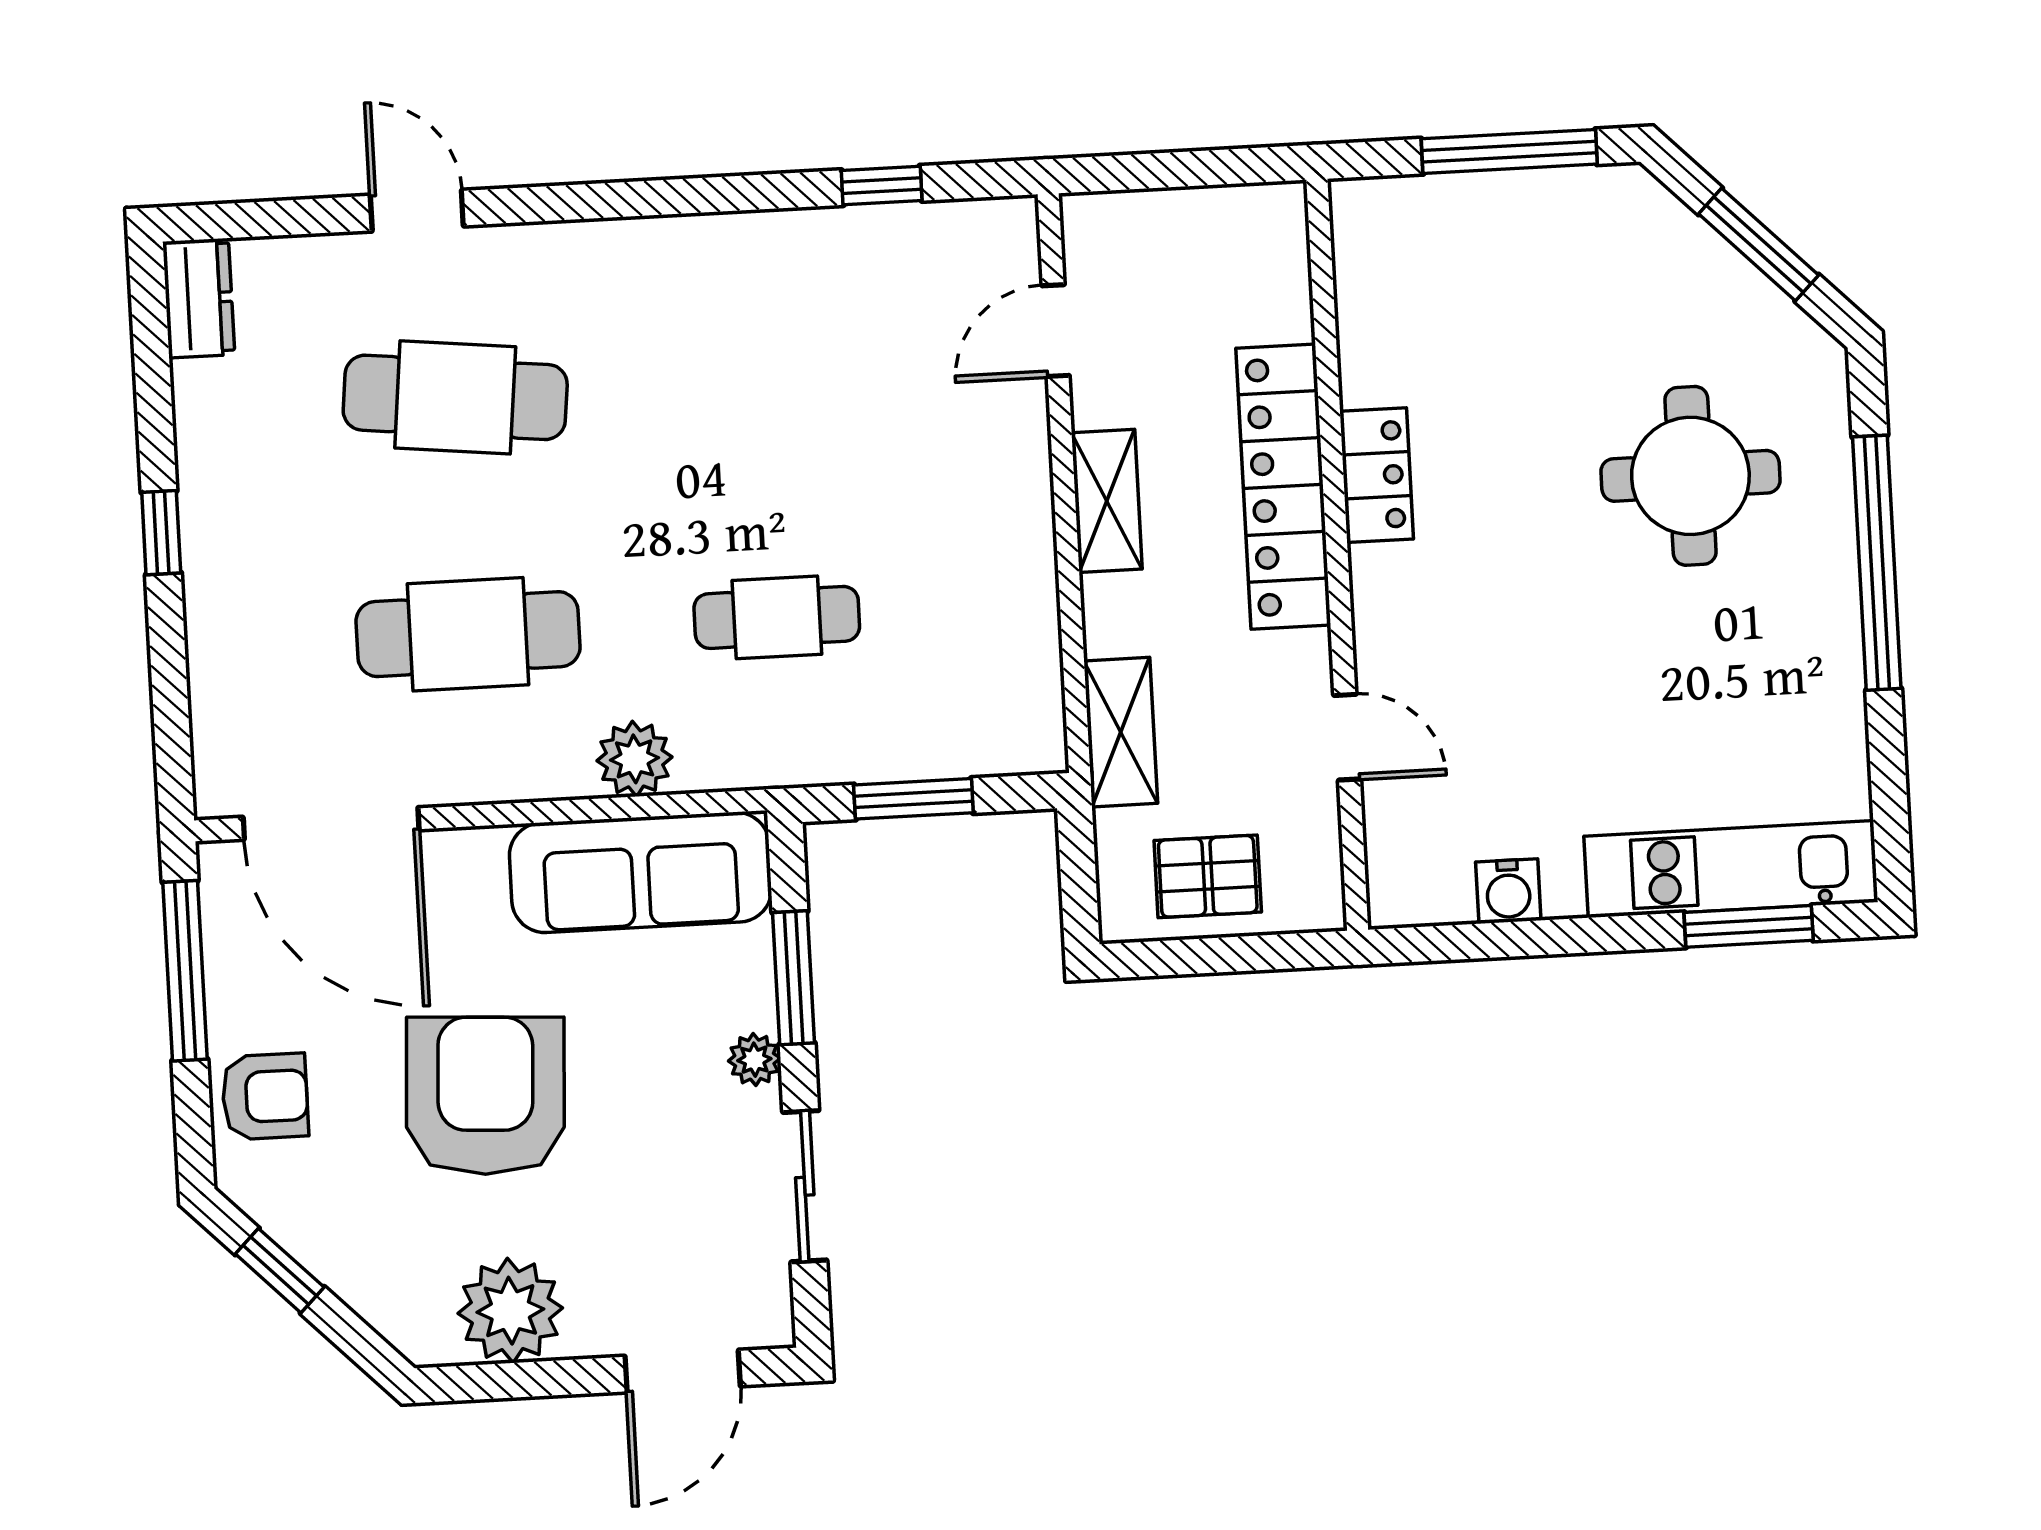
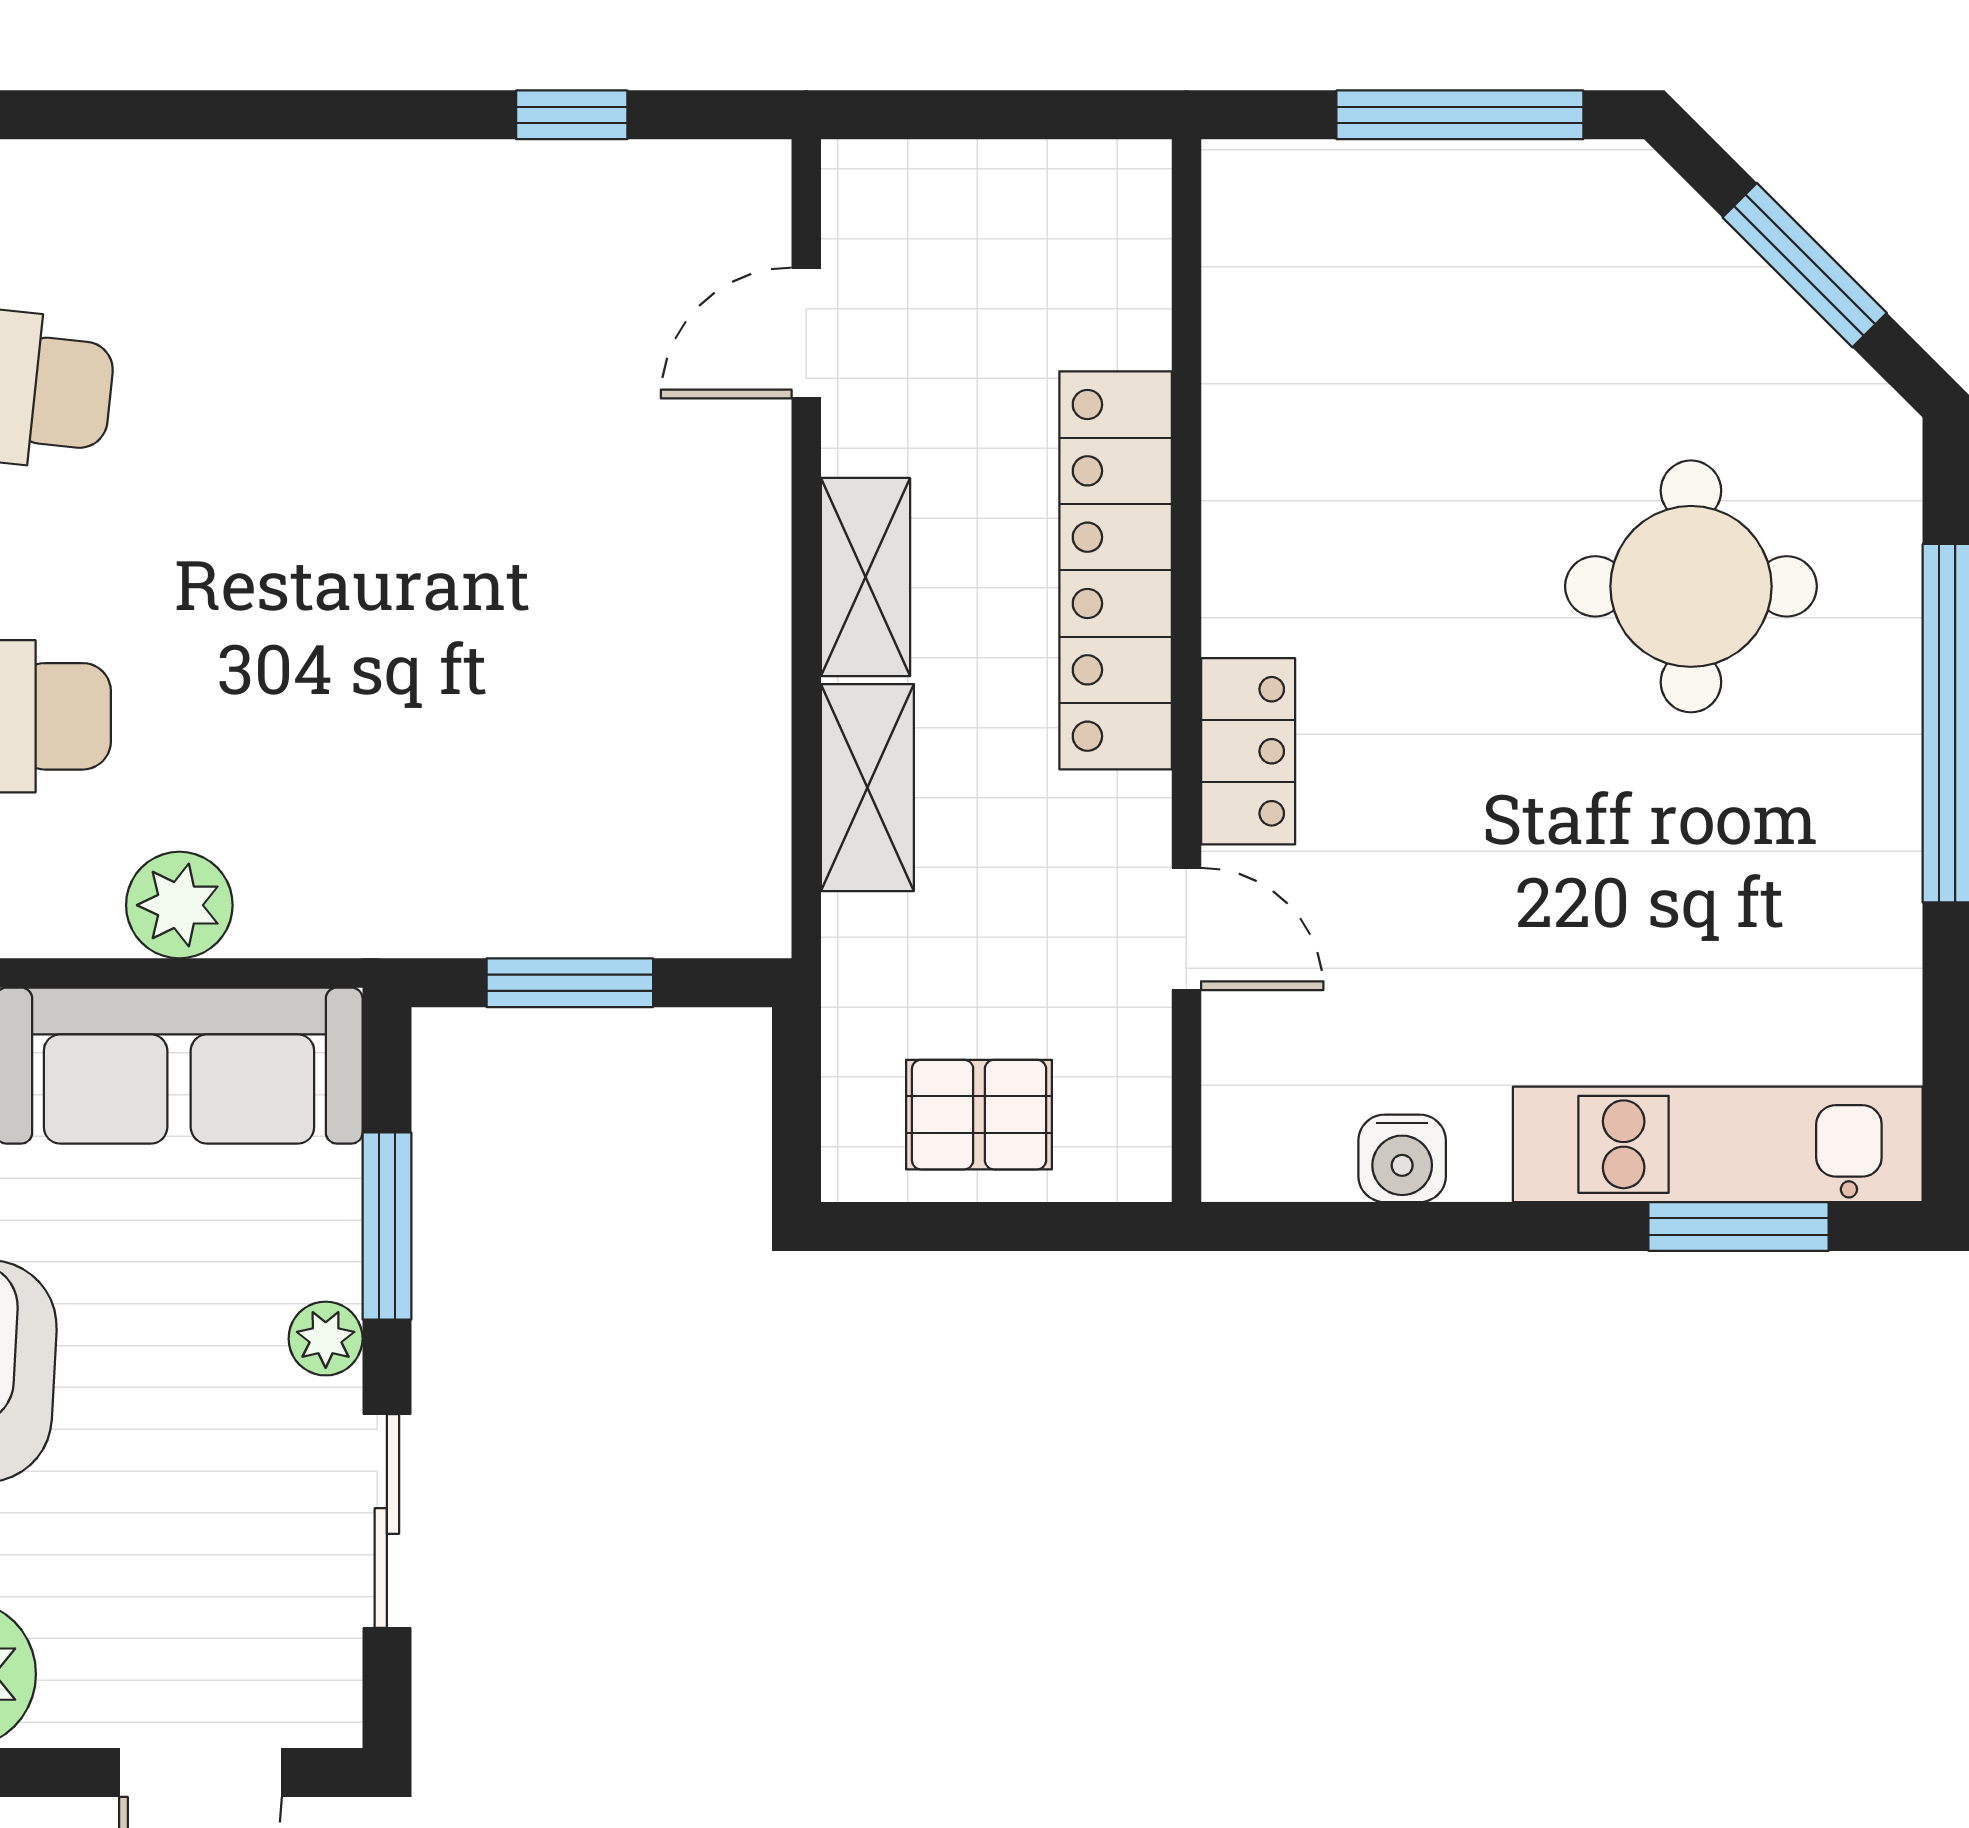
locker: (1377, 475) -> (1248, 751), moved
cafe table: (777, 617) -> (391, 716), removed
shelving: (1121, 732) -> (867, 788), moved

